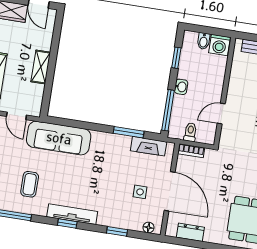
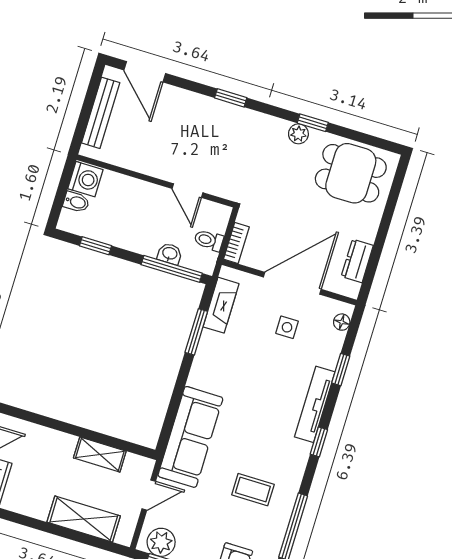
shelving: (41, 67) -> (100, 454), moved
washbasin: (181, 87) -> (170, 254), moved
tv unit: (72, 214) -> (315, 404), moved

